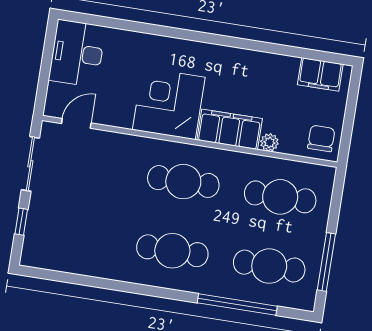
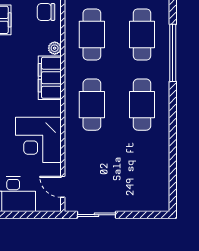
corner desk: (169, 104) -> (38, 140), moved
window: (21, 222) -> (138, 215), removed

